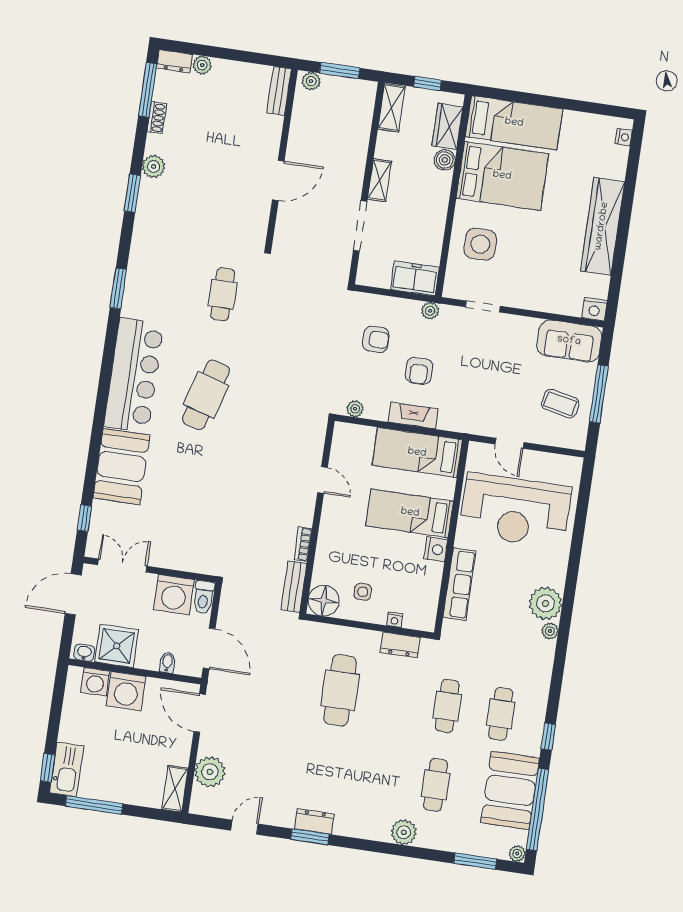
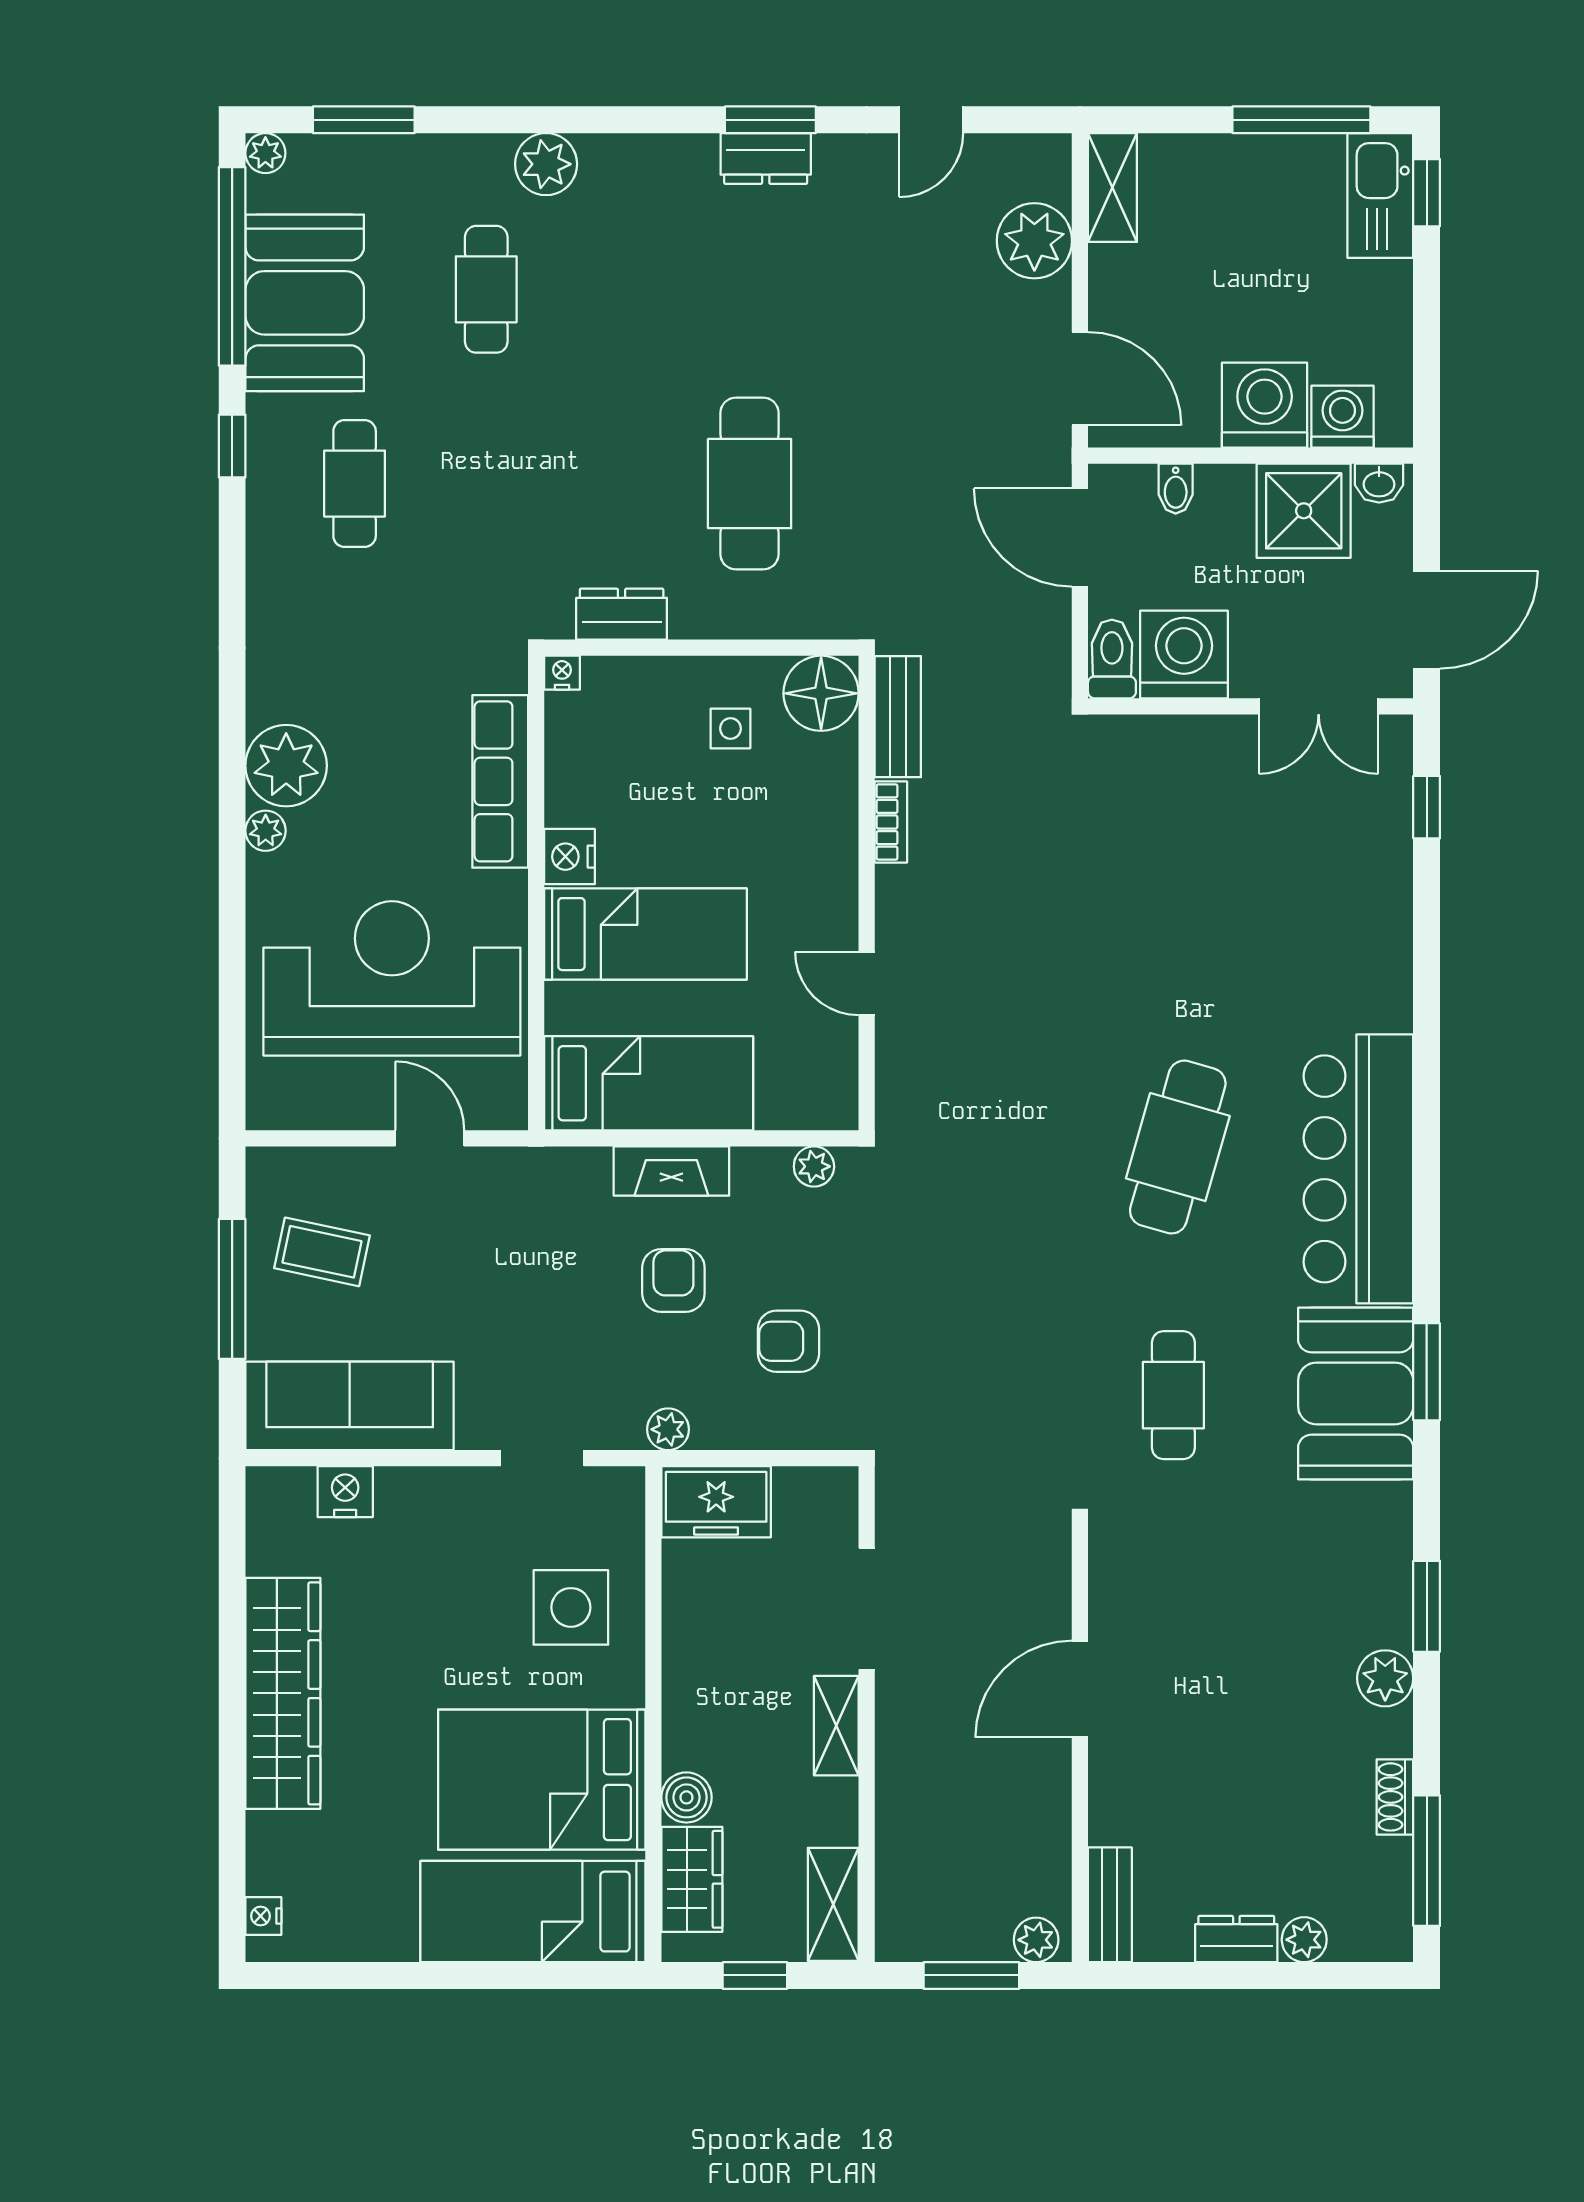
dresser: (175, 61) -> (1236, 1939), moved
nightstand: (594, 309) -> (345, 1492), moved
sofa: (569, 341) -> (350, 1406), width x1.36
booth: (121, 467) -> (1356, 1393), moved
nightstand: (395, 620) -> (562, 673), moved
plant: (550, 631) -> (266, 831), moved
cafe table: (447, 706) -> (486, 484), removed

